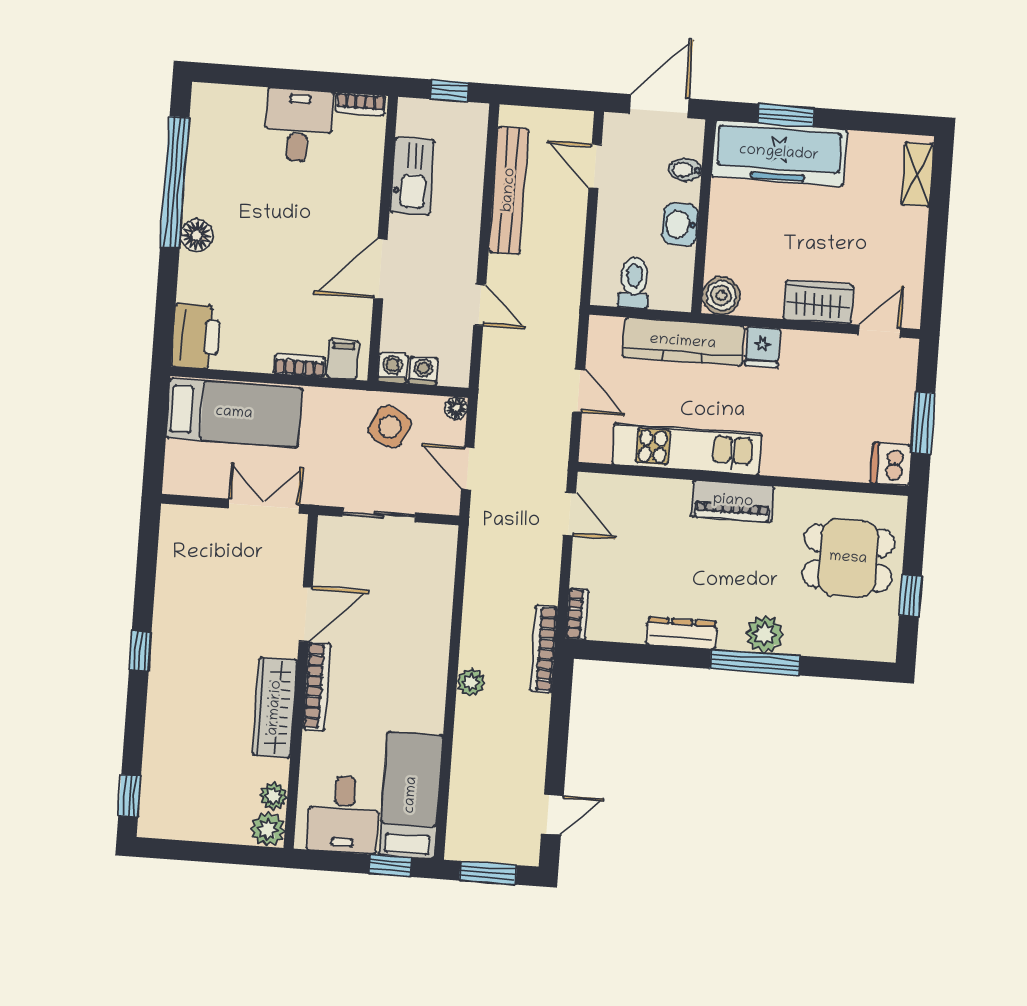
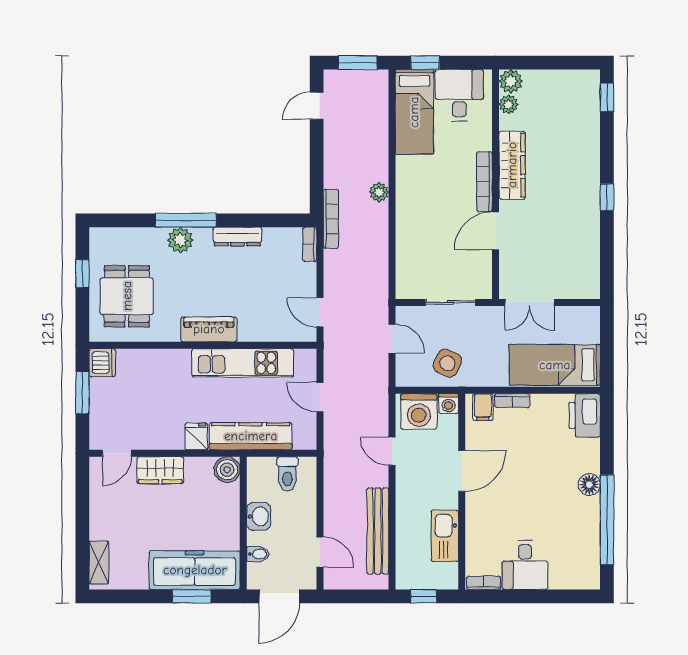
washing machine: (423, 371) -> (419, 412), width x1.89, depth x1.89
floor lamp: (456, 408) -> (403, 379), removed
dining table: (848, 558) -> (127, 296), turned 90

